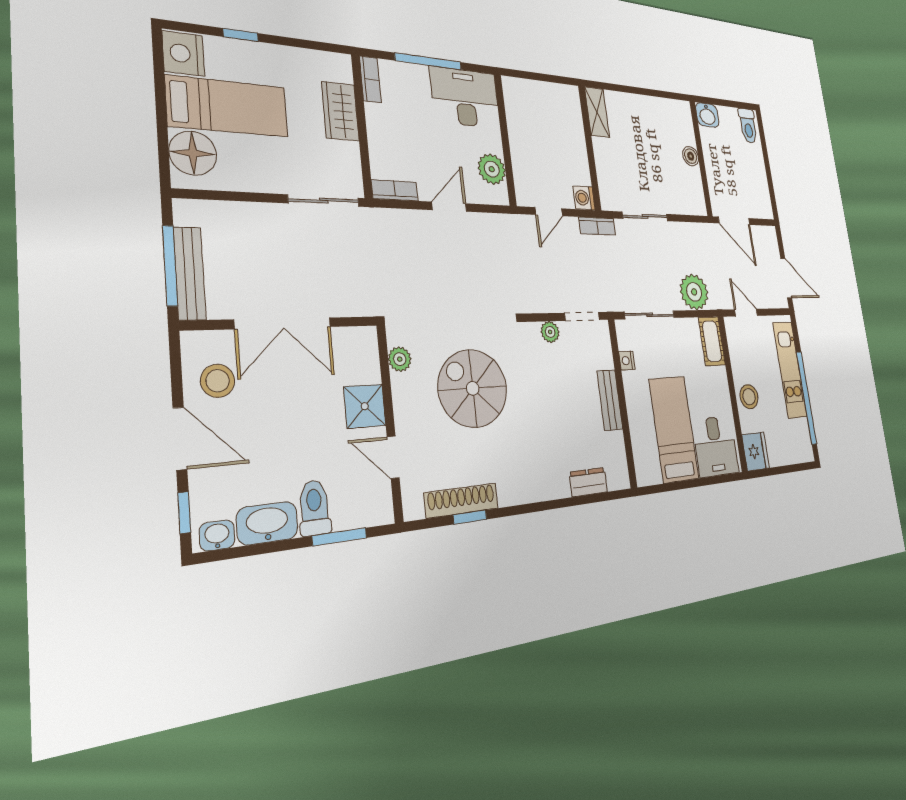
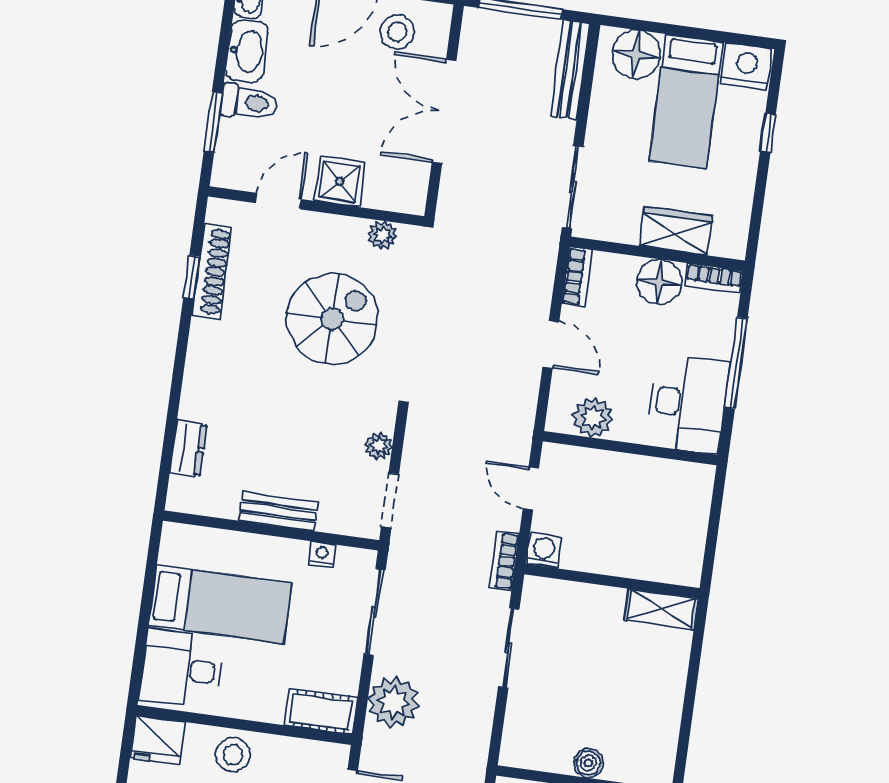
floor lamp: (383, 123) -> (659, 282), added
bench: (190, 273) -> (570, 70), moved, turned 90

